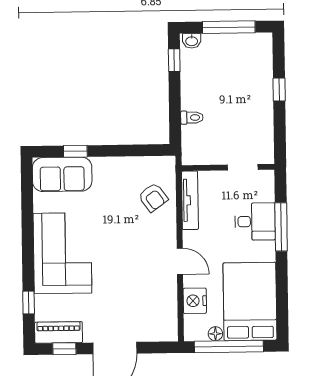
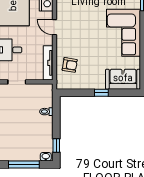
window: (75, 151) -> (101, 93), moved
armchair: (153, 197) -> (70, 65), turned 135

